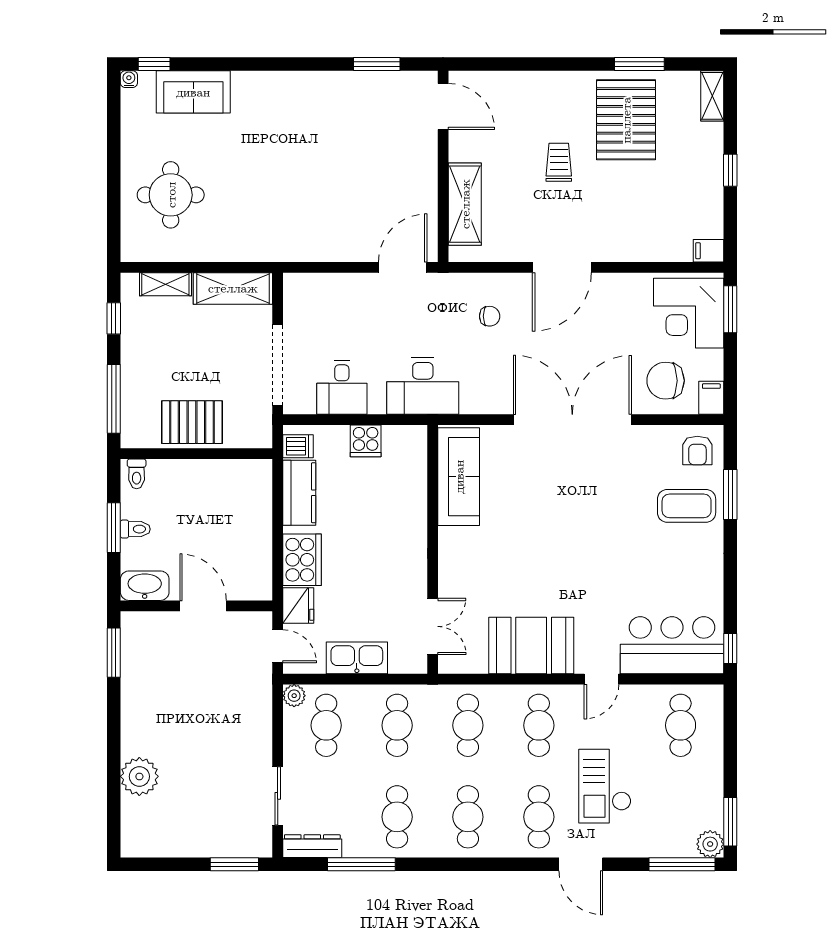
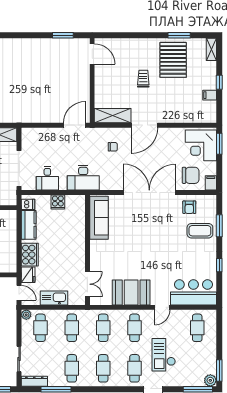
shelving: (465, 204) -> (113, 116), moved, turned 90
filing cabinet: (709, 251) -> (210, 95), moved
chair: (666, 381) -> (191, 175), turned 180
armchair: (697, 450) -> (189, 207), moved
window: (730, 648) -> (219, 265), moved

